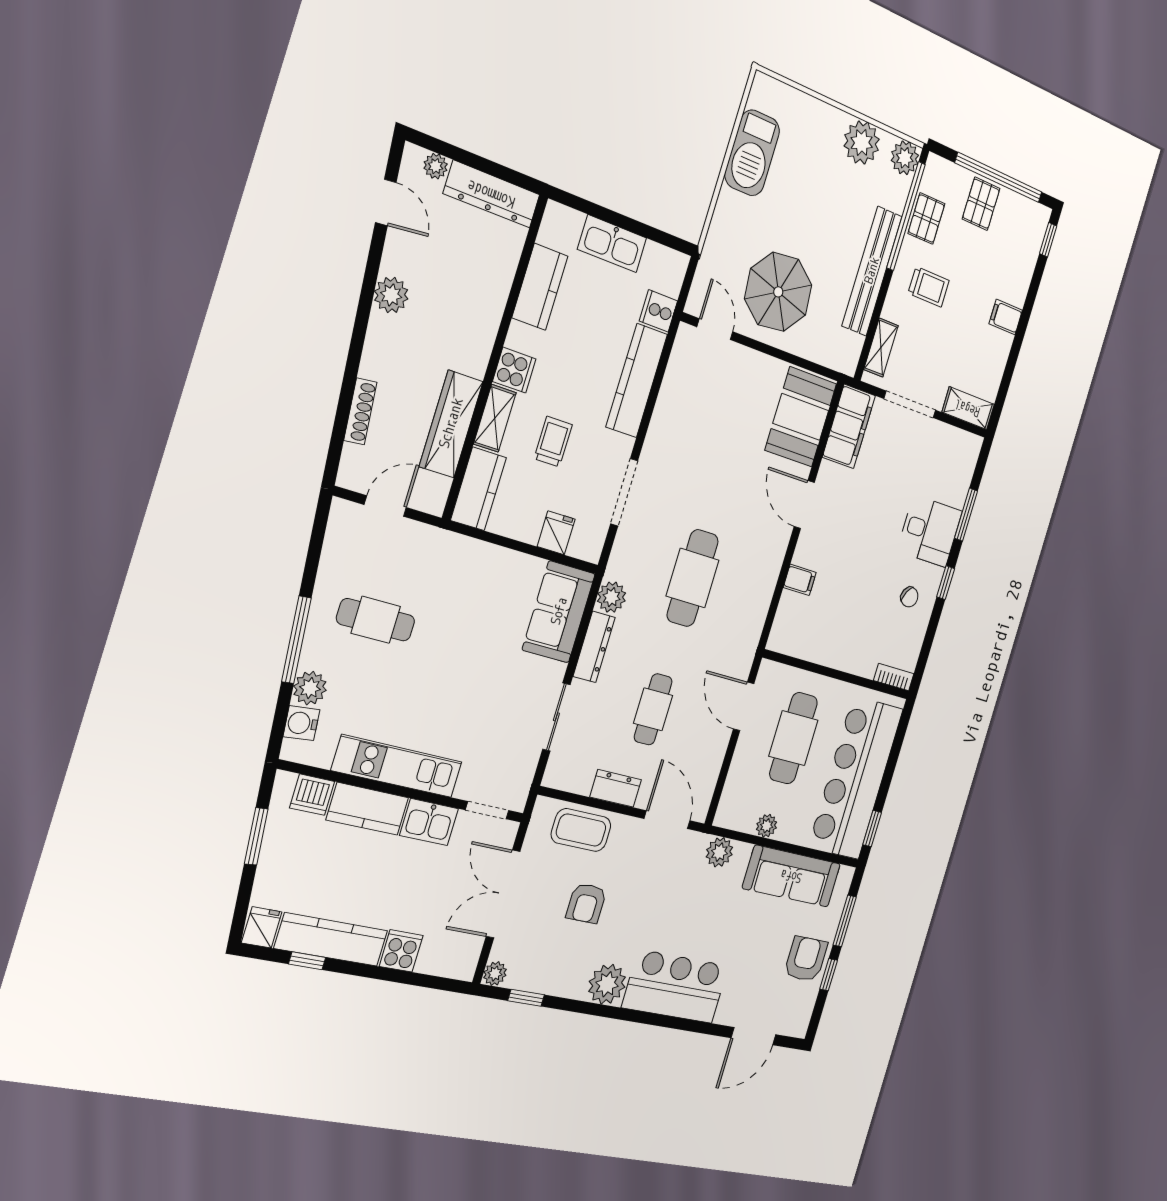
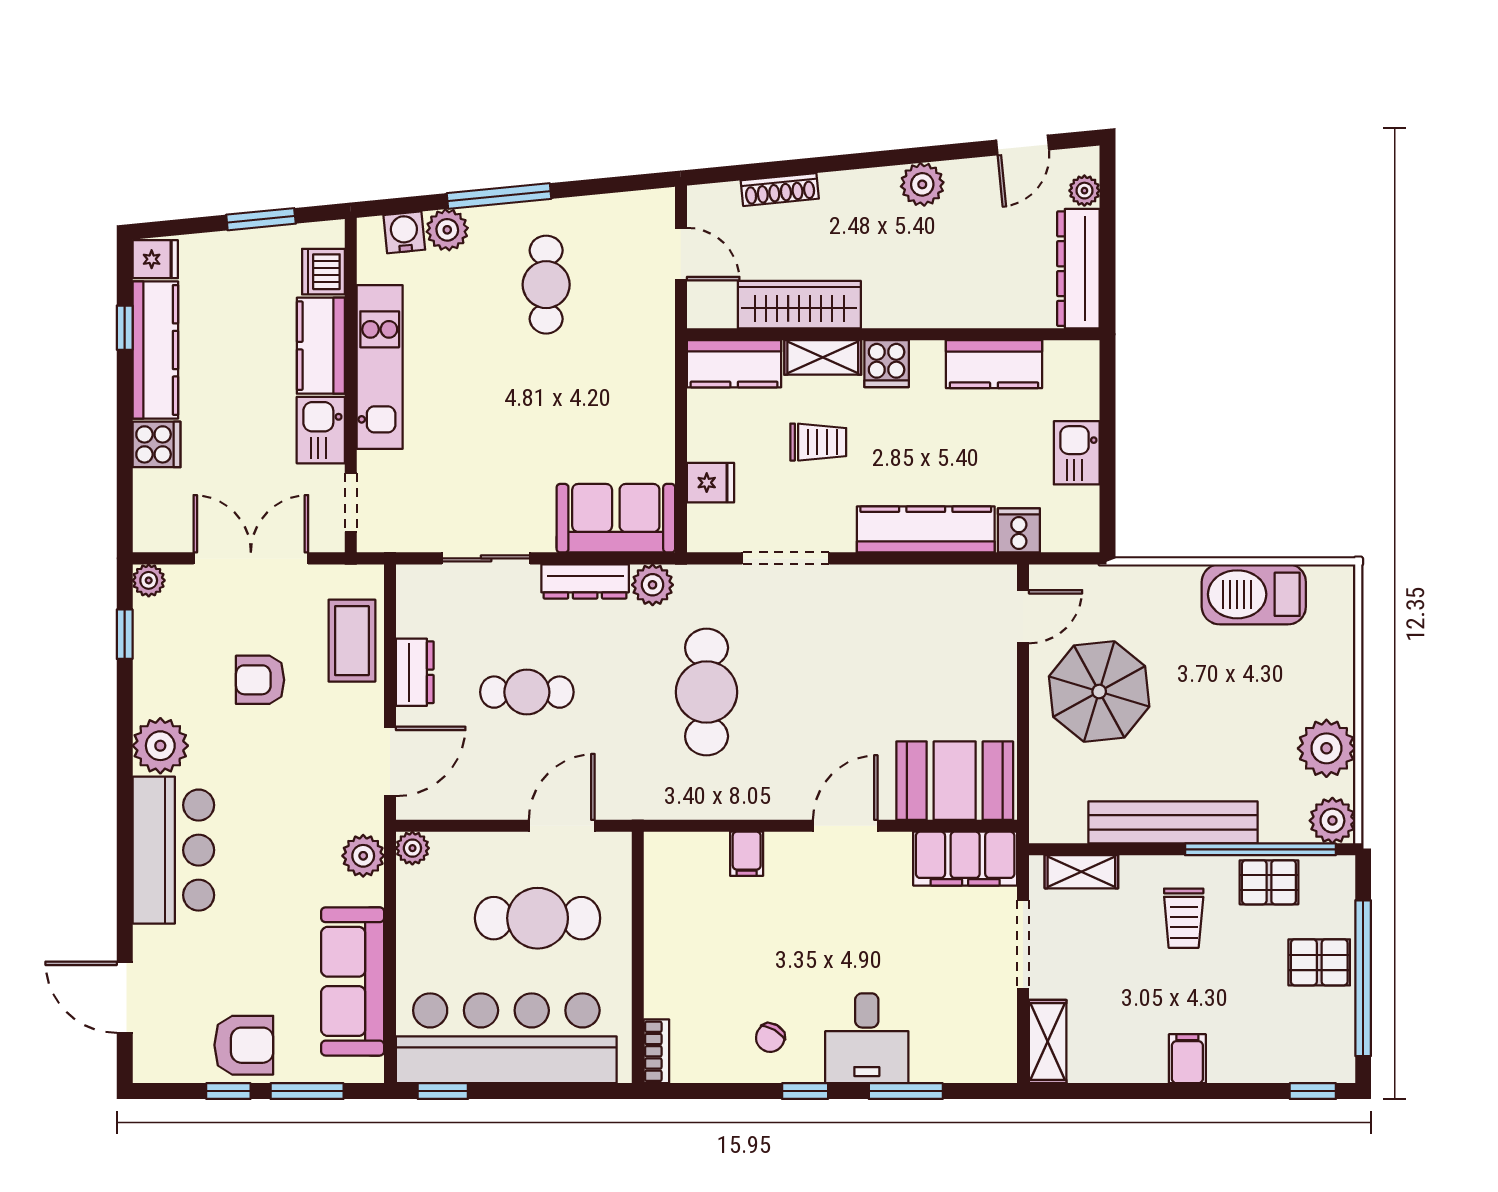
kitchen sink: (612, 244) -> (1077, 453), width x0.73
cafe table: (693, 578) -> (707, 692), turned 90
plant: (767, 826) -> (412, 848), moved

